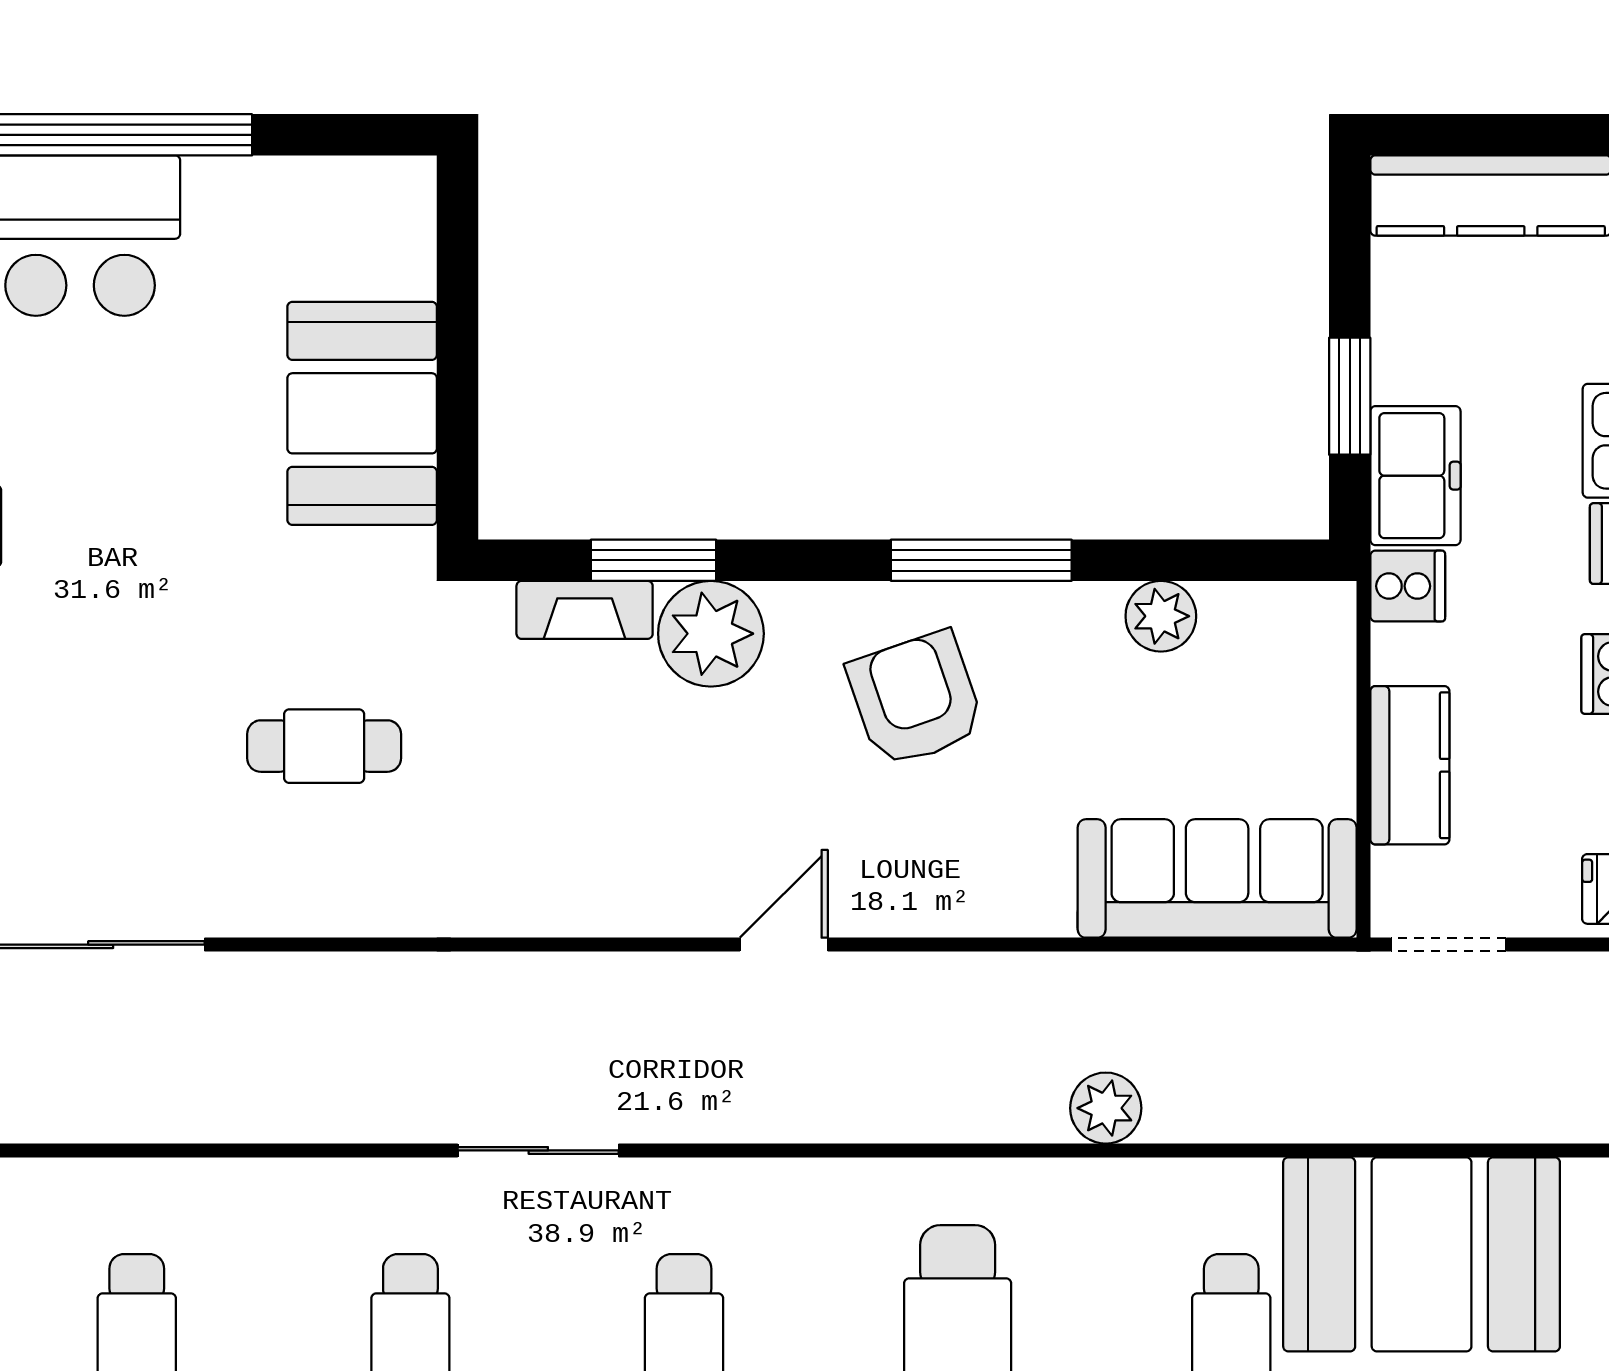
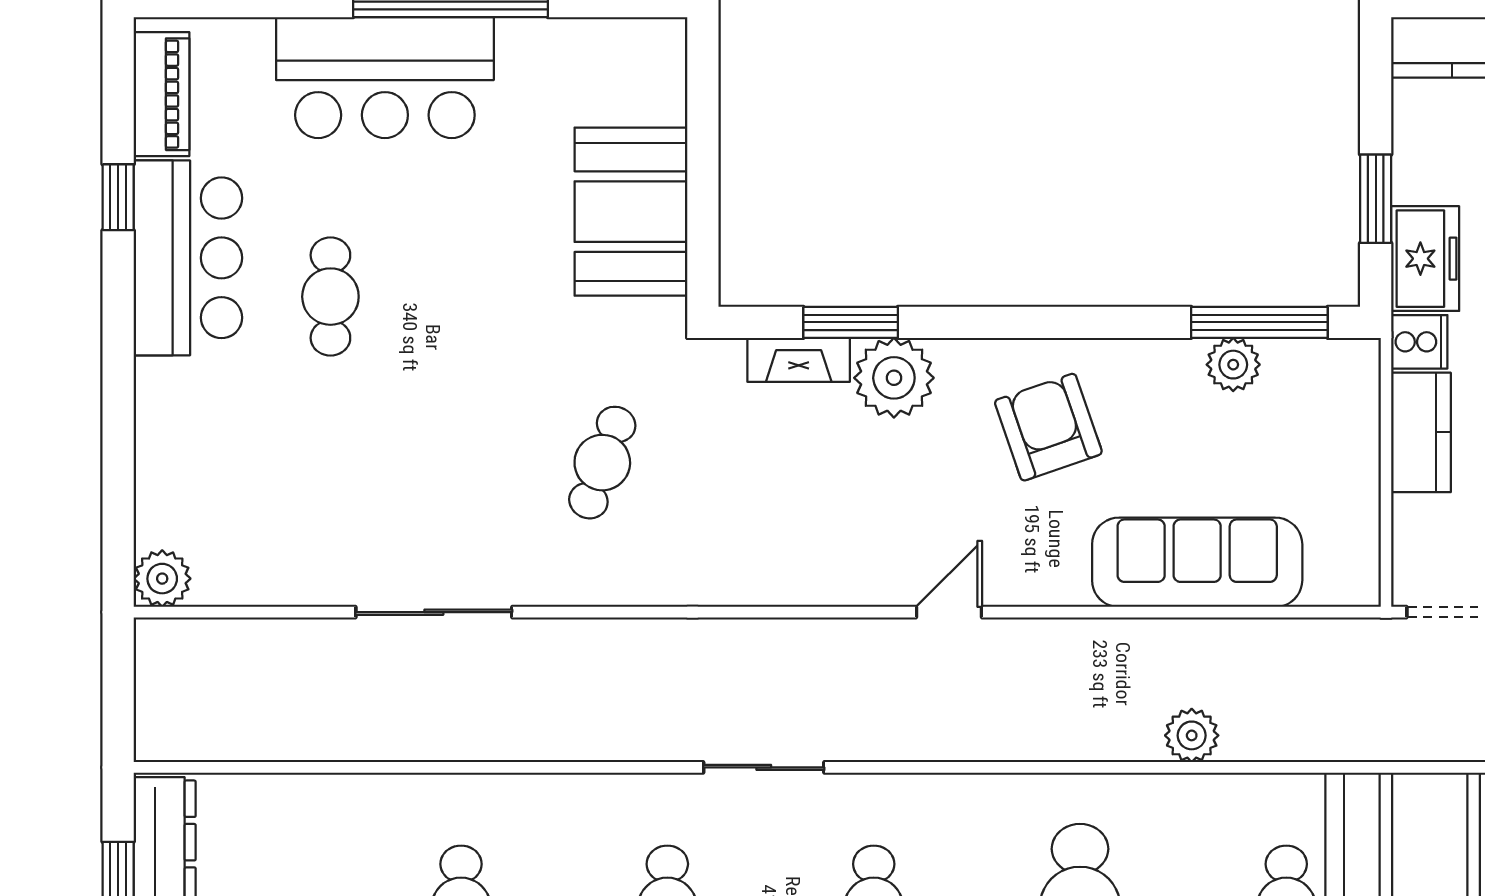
window: (981, 560) -> (1259, 322), moved
cafe table: (324, 746) -> (602, 463), turned -70
kitchen counter: (1410, 765) -> (1421, 432), moved
sofa: (1217, 878) -> (1197, 562), moved

